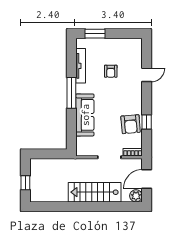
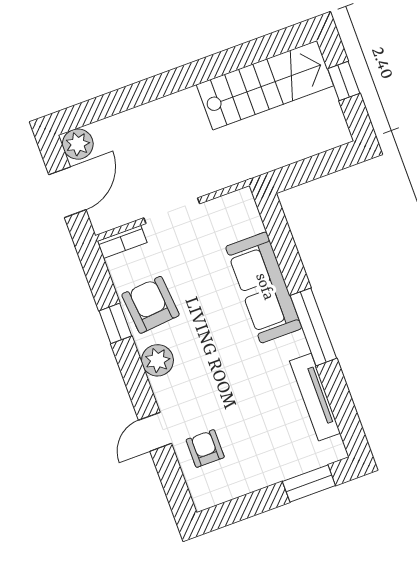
armchair: (111, 71) -> (205, 448), moved
plant: (136, 102) -> (157, 360), added
stairs: (95, 192) -> (265, 85), moved

